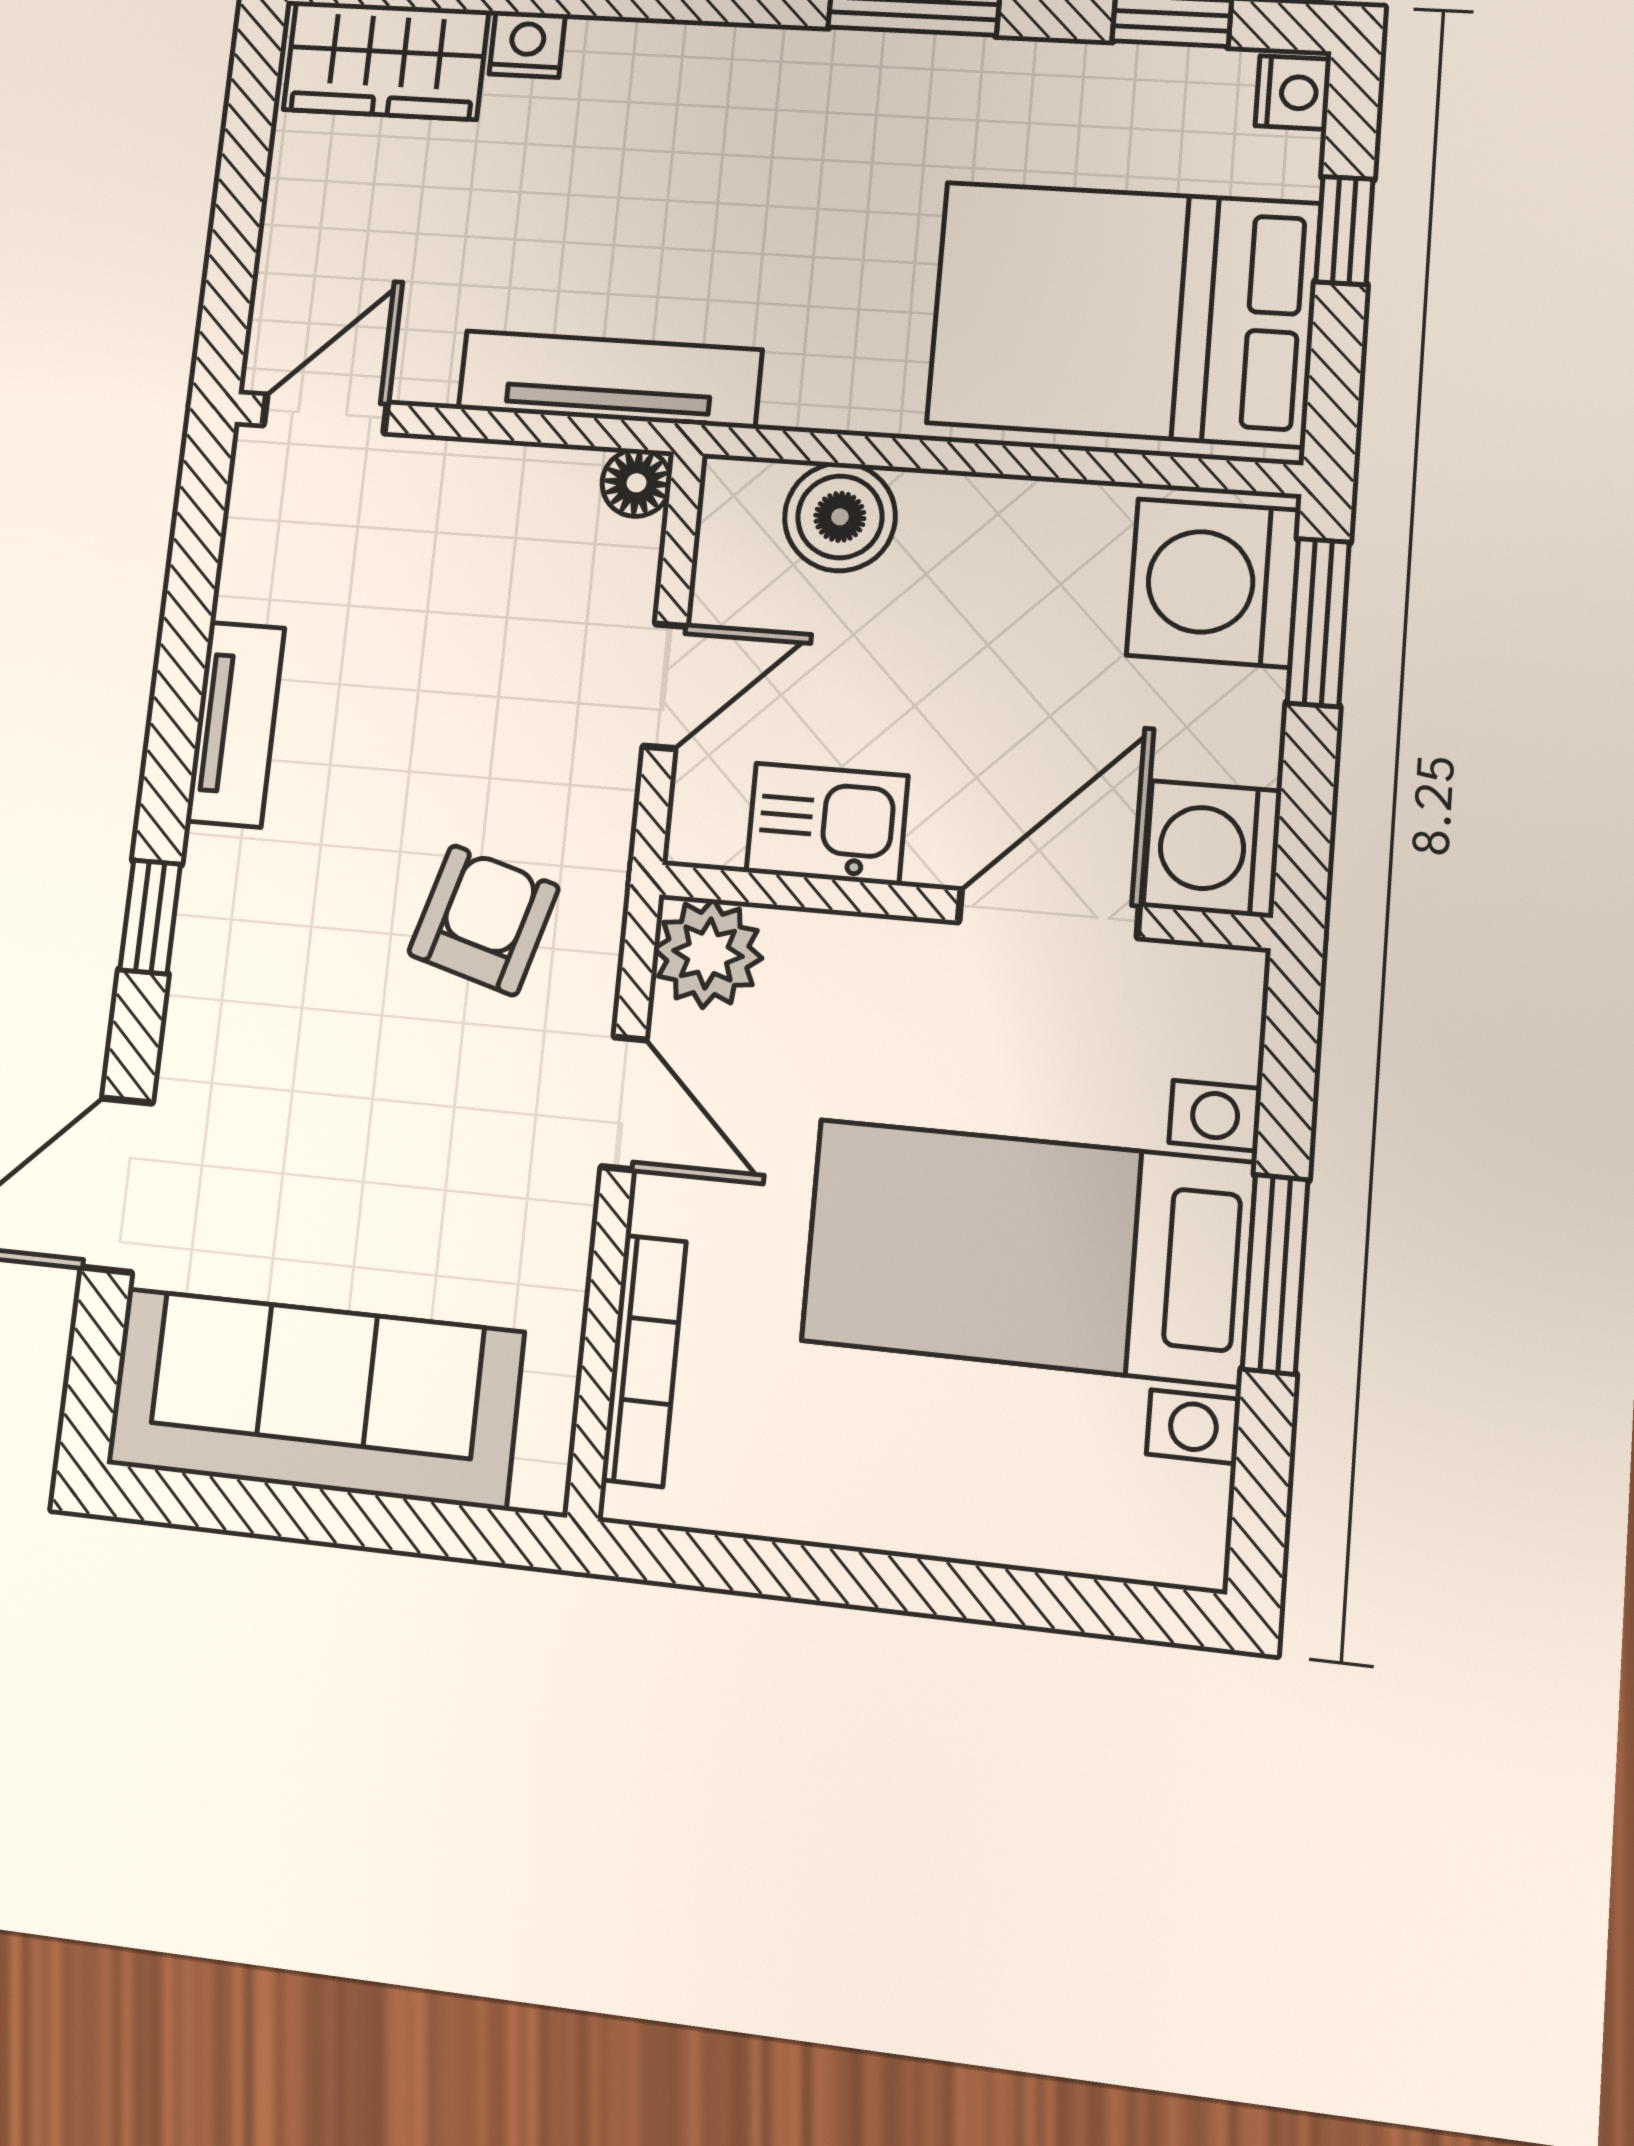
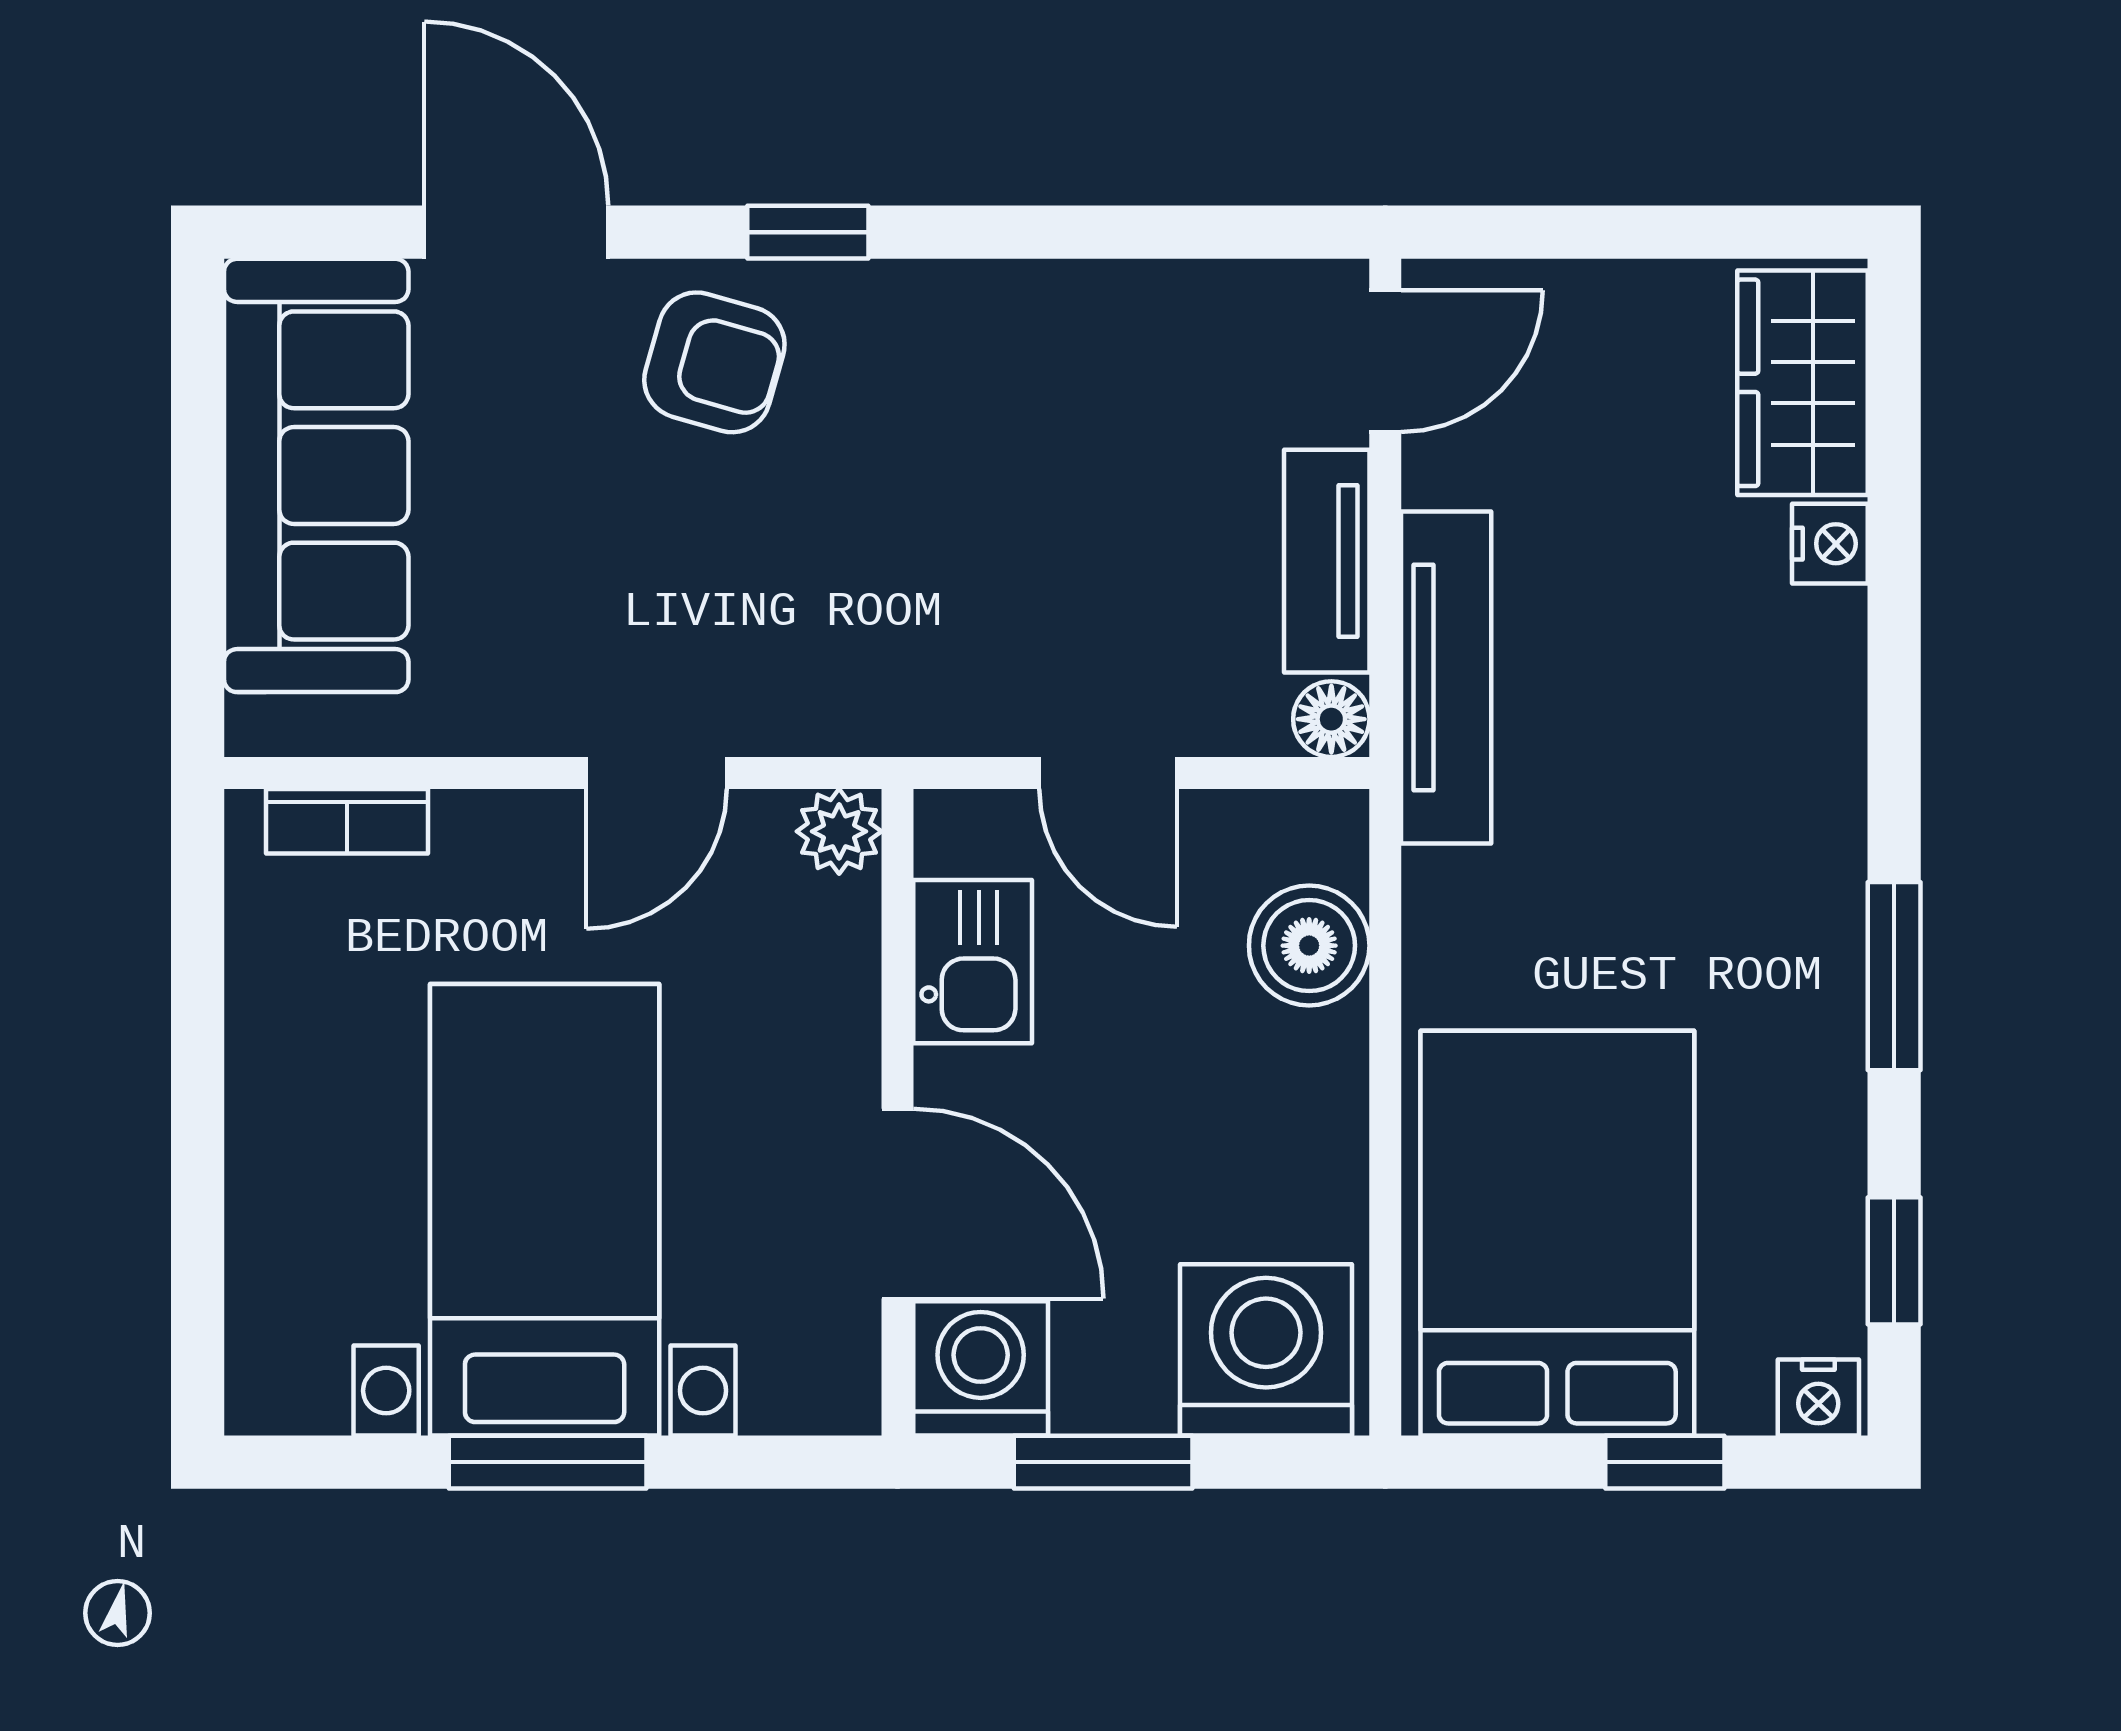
door: (325, 414) -> (1385, 361), hinge flipped
window: (1318, 622) -> (1103, 1462), moved
tv unit: (235, 724) -> (1327, 561), moved, turned 90
armchair: (484, 920) -> (714, 362), moved
plant: (708, 953) -> (839, 831), width x0.73, depth x0.73
bookcase: (644, 1360) -> (347, 821), width x0.64

